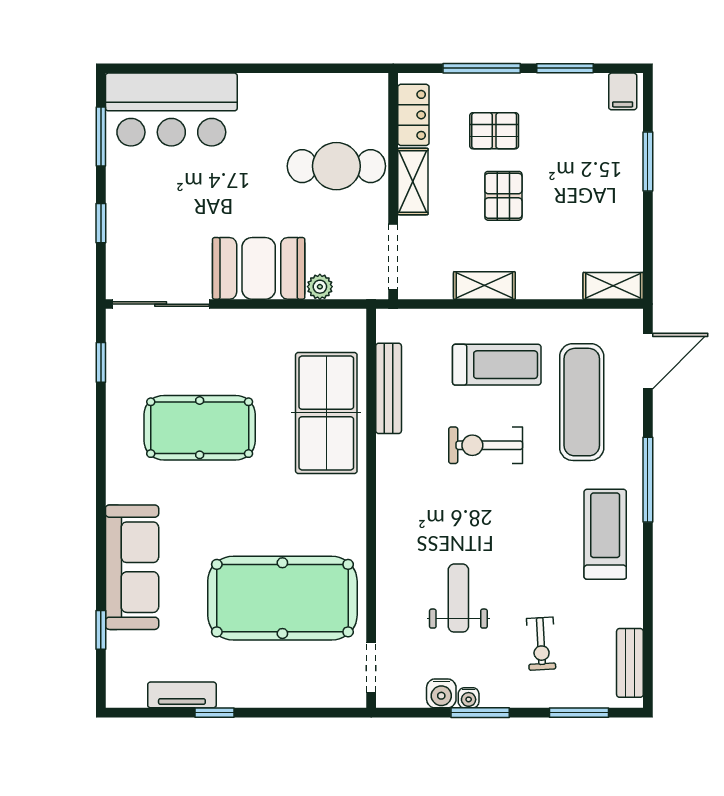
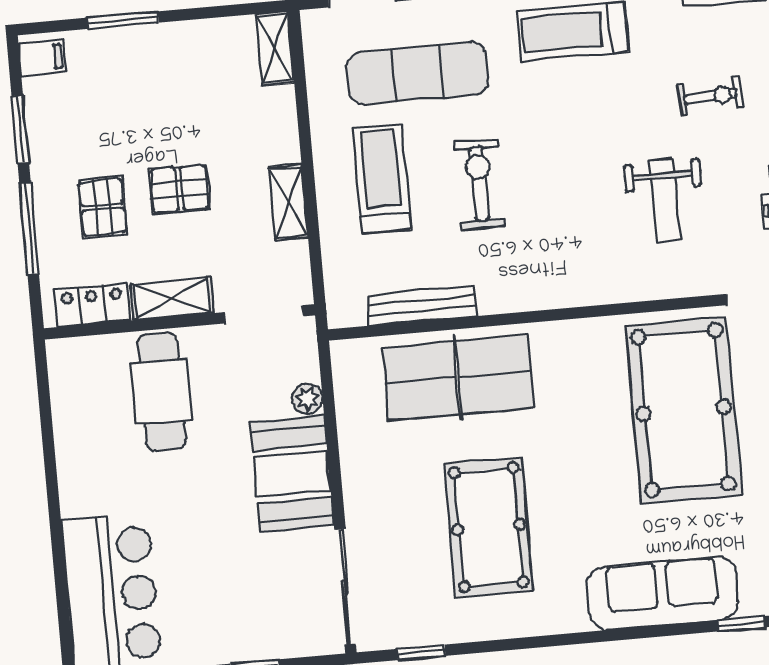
exercise bike: (486, 445) -> (479, 184), turned 180
weight bench: (458, 598) -> (665, 200), turned -90

